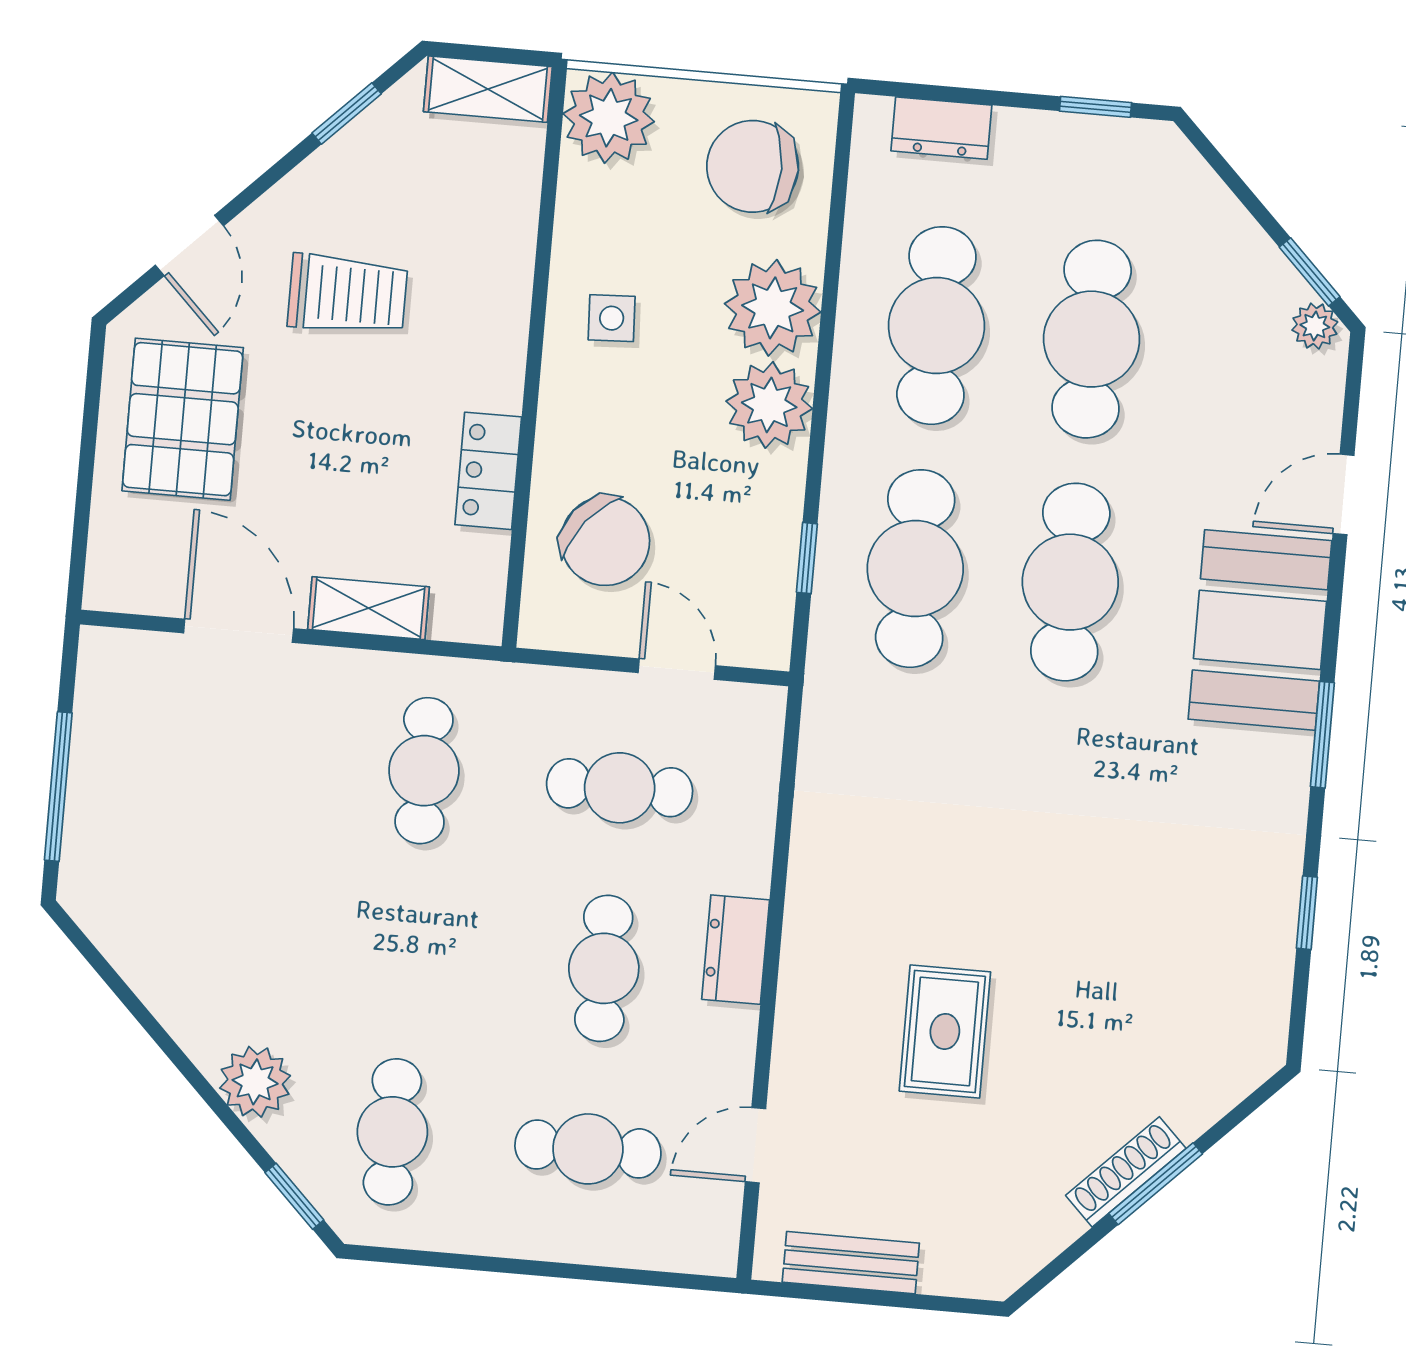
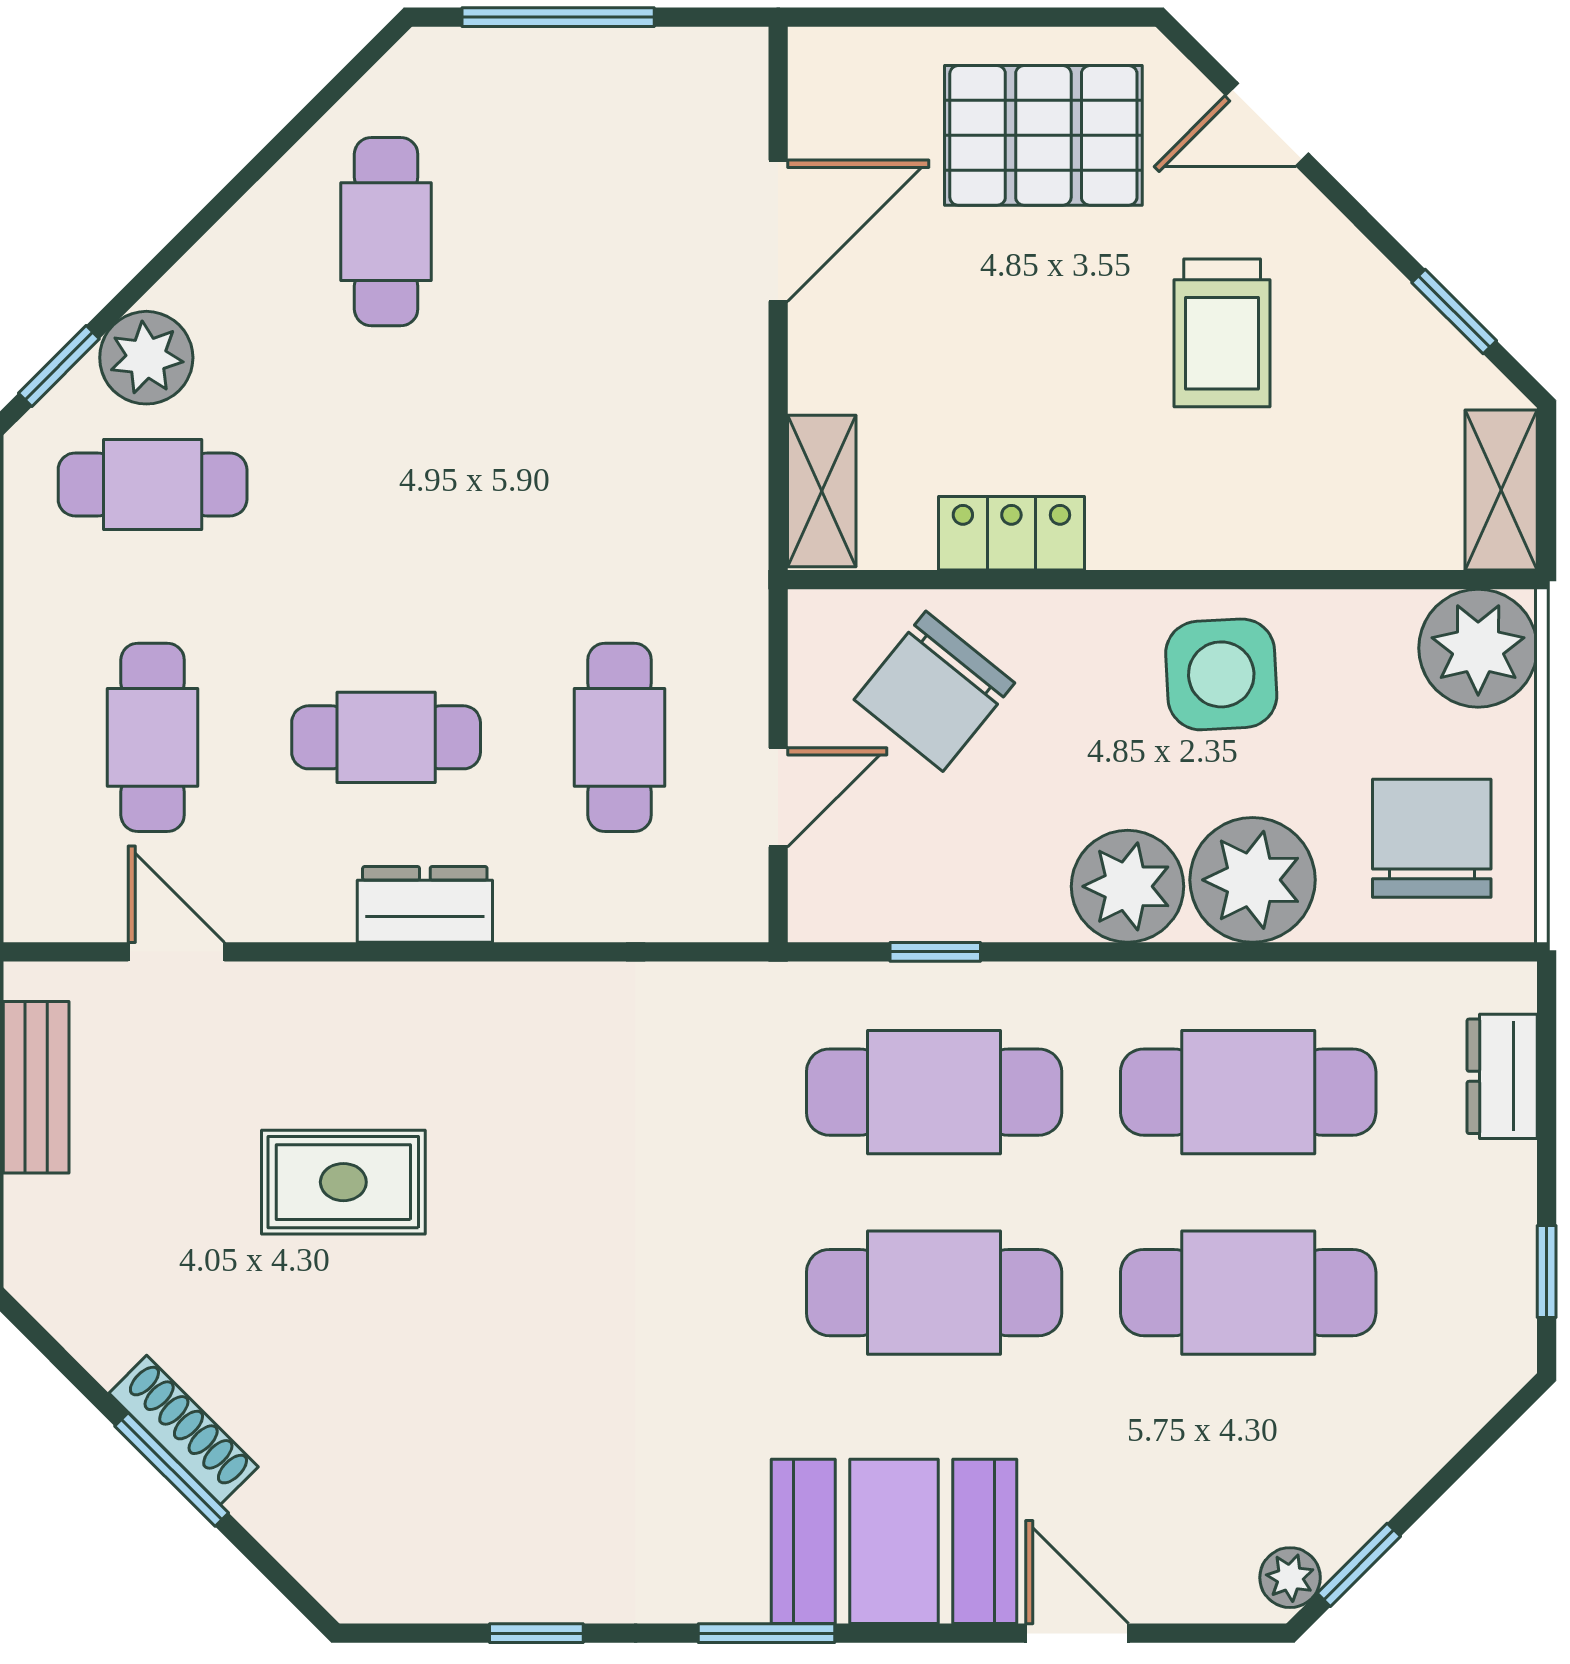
side table: (612, 318) -> (1221, 674), width x1.87, depth x1.87
shelving: (369, 608) -> (822, 491), moved
cafe table: (424, 771) -> (386, 232), moved, turned 90
plant: (255, 1082) -> (146, 358), moved

